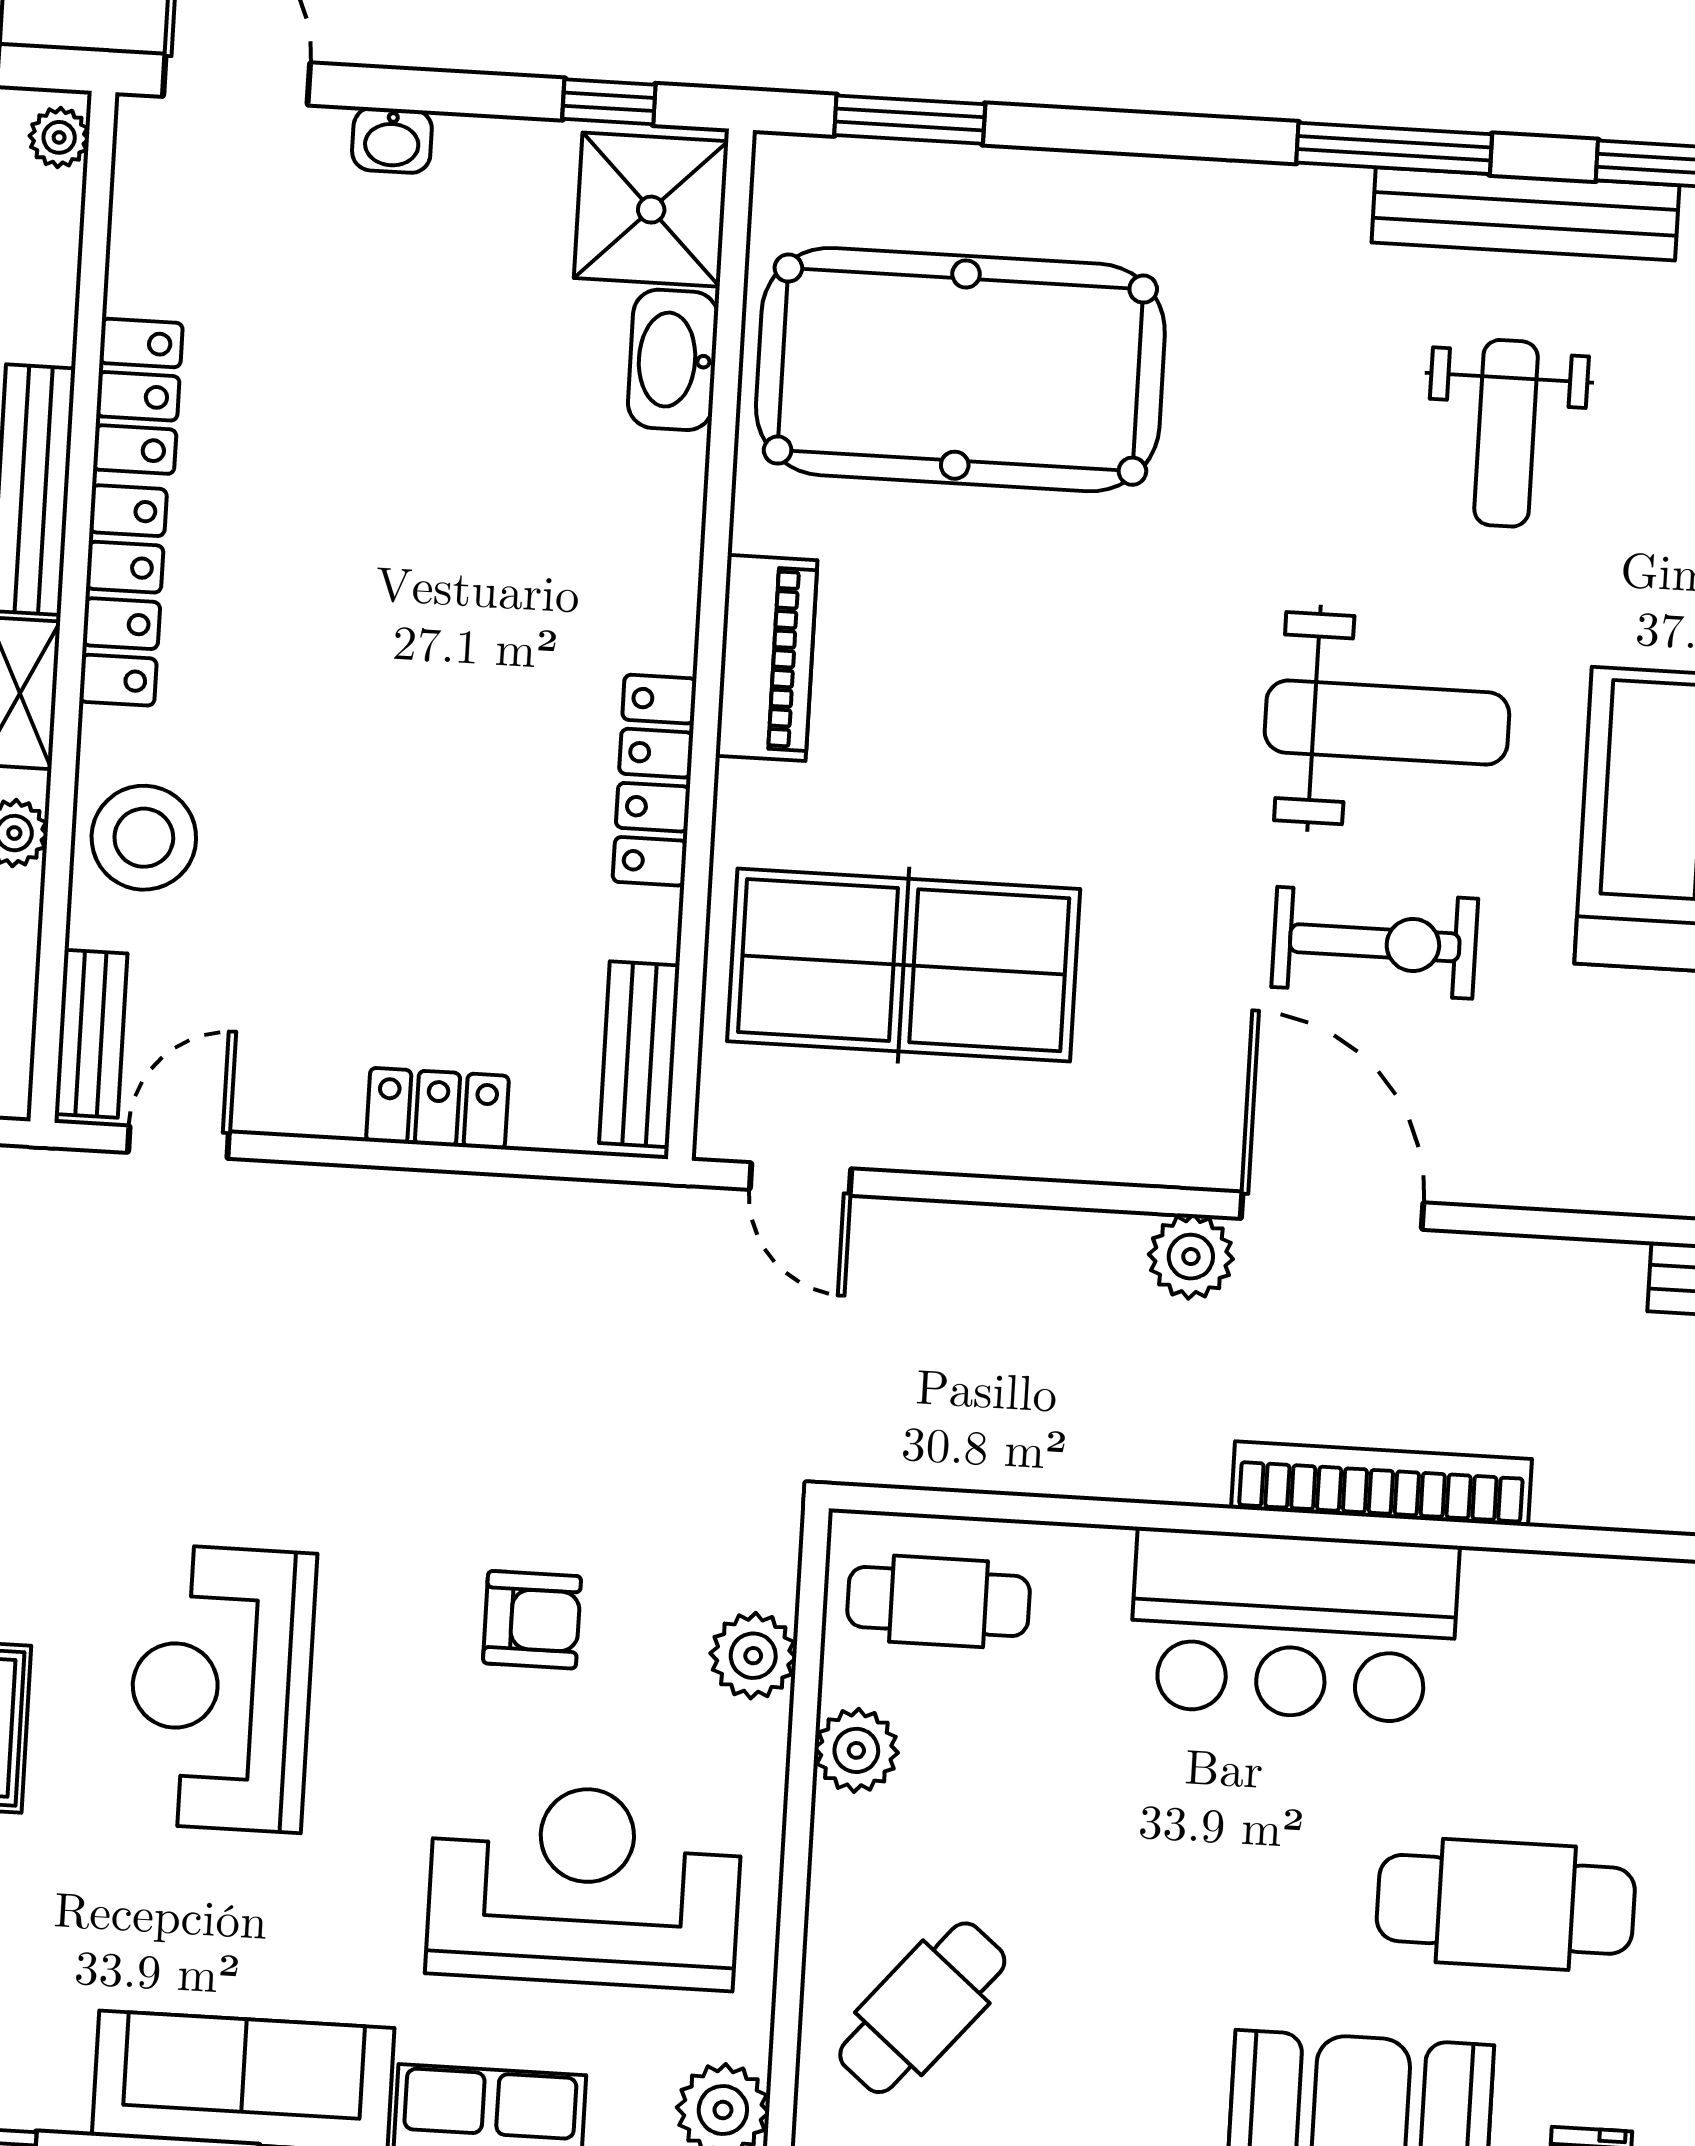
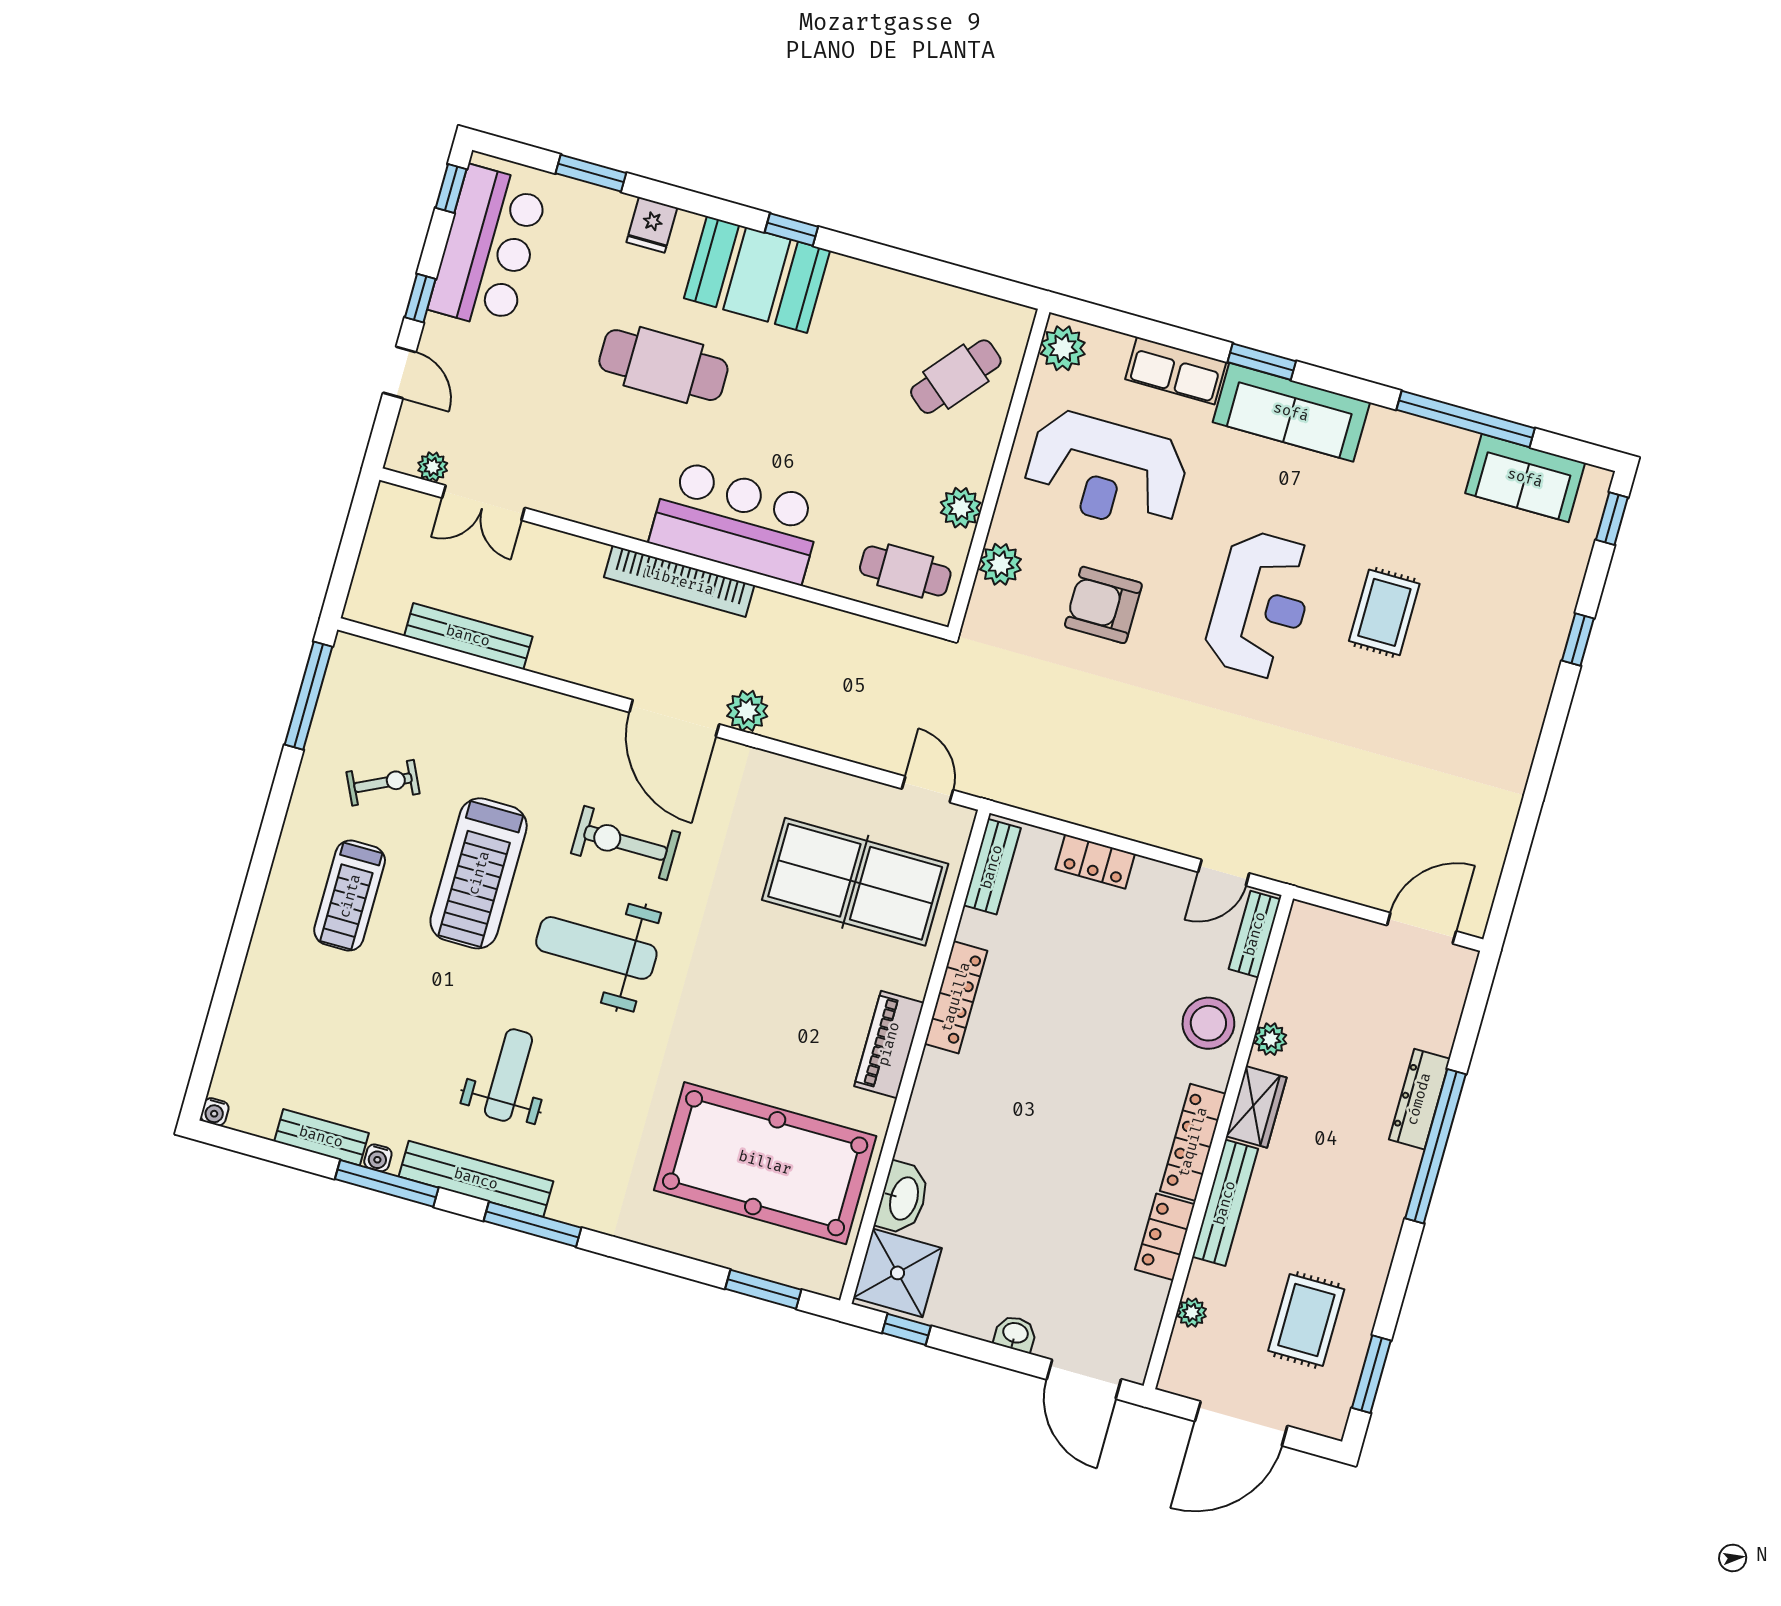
plant: (59, 137) -> (1192, 1313), moved
armchair: (532, 1620) -> (1103, 605), width x1.38, depth x1.38

